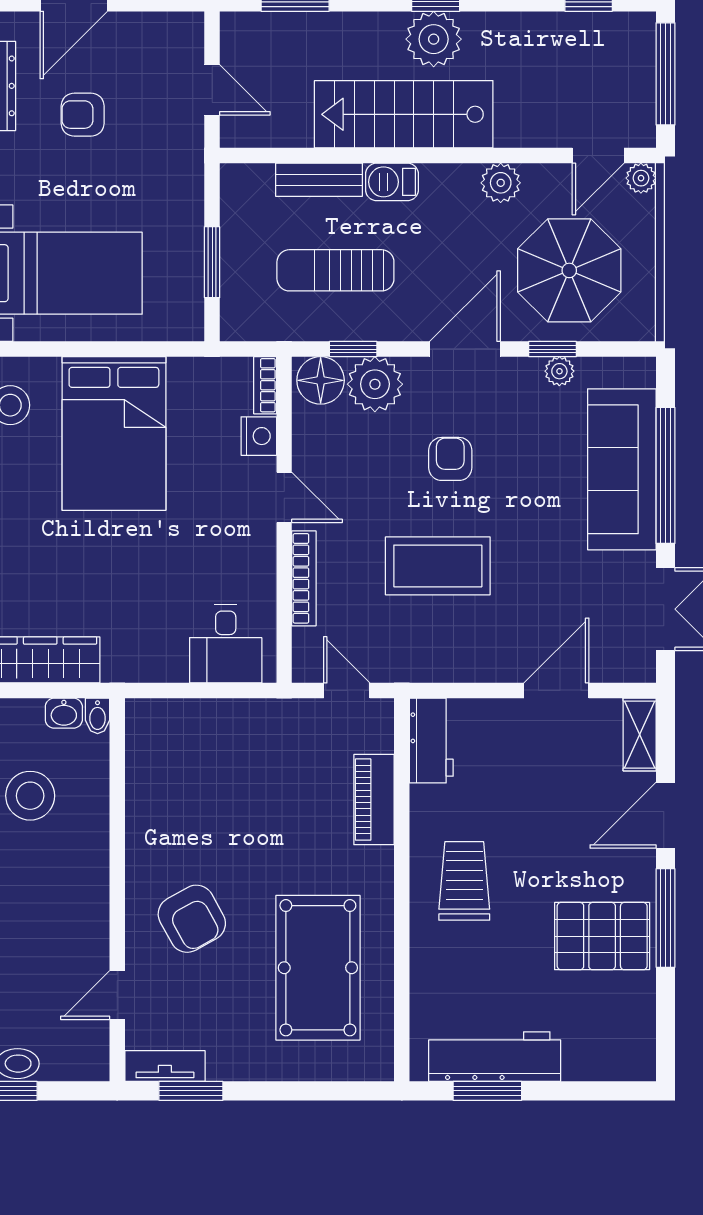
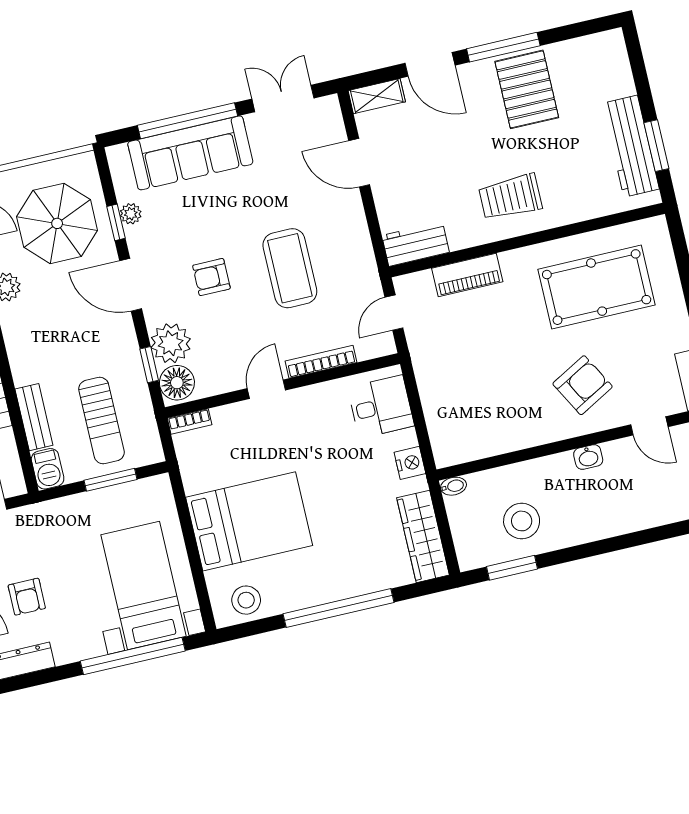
barbecue: (392, 182) -> (48, 469), moved
sun lounger: (335, 270) -> (101, 421), moved
nightstand: (259, 436) -> (410, 463), moved, turned 90
washbasin: (64, 713) -> (588, 457), moved, turned 90

